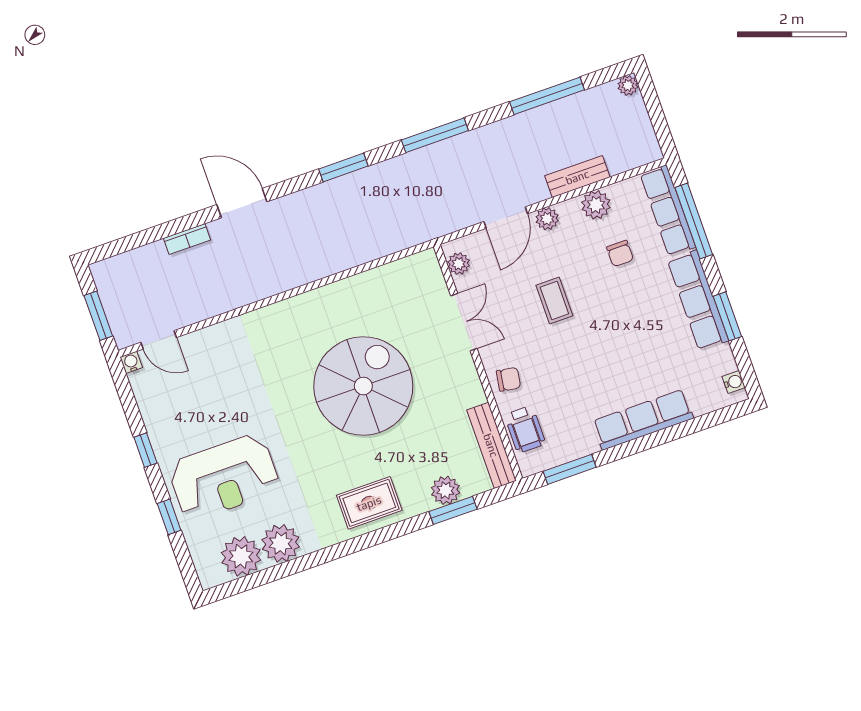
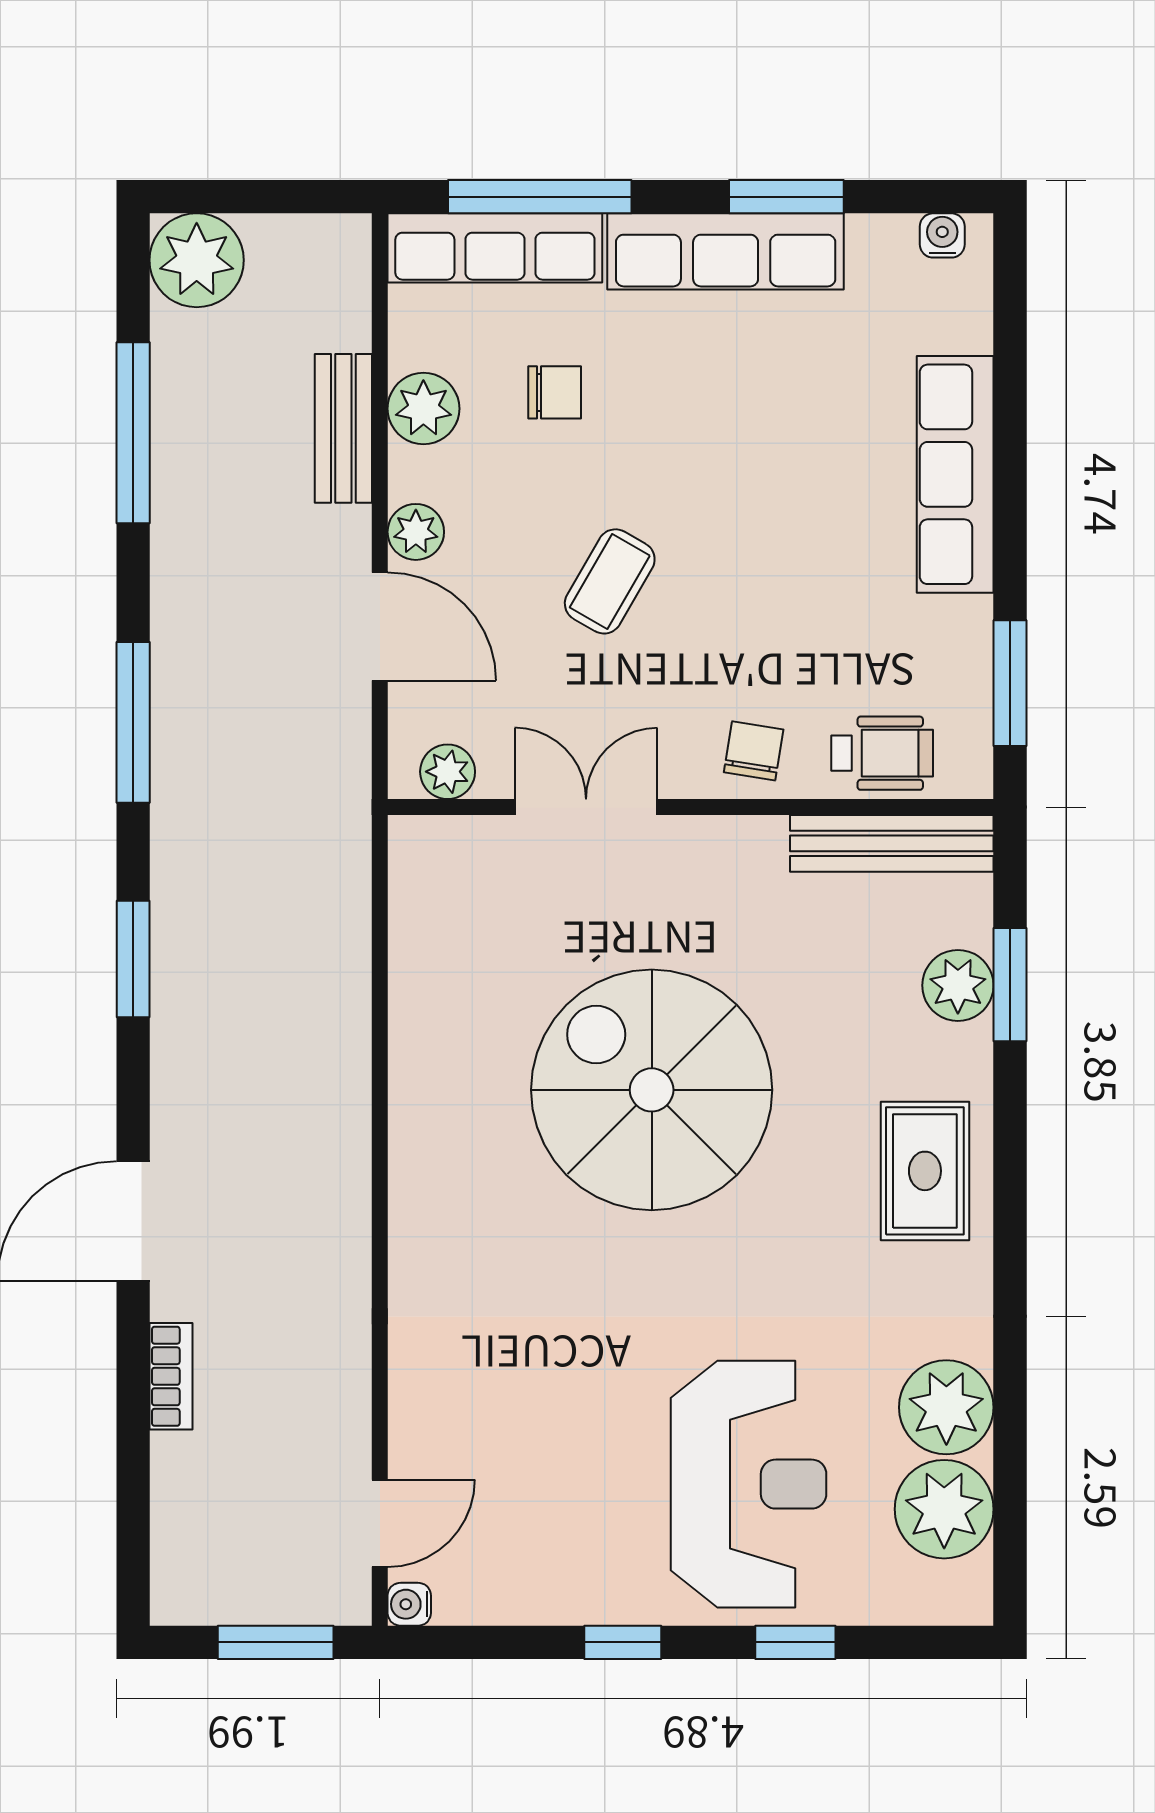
plant: (628, 85) -> (197, 260), width x1.87, depth x1.87
coffee table: (554, 300) -> (610, 581), turned -60

